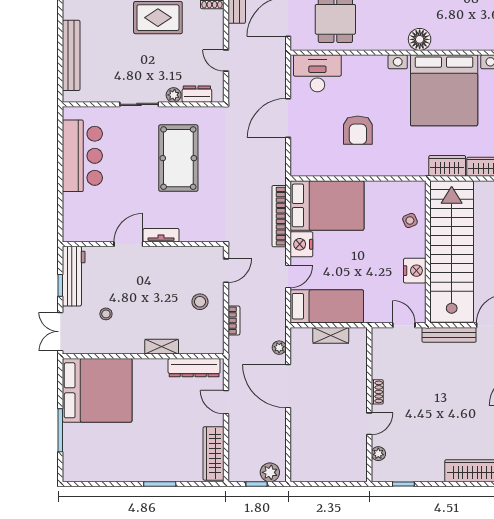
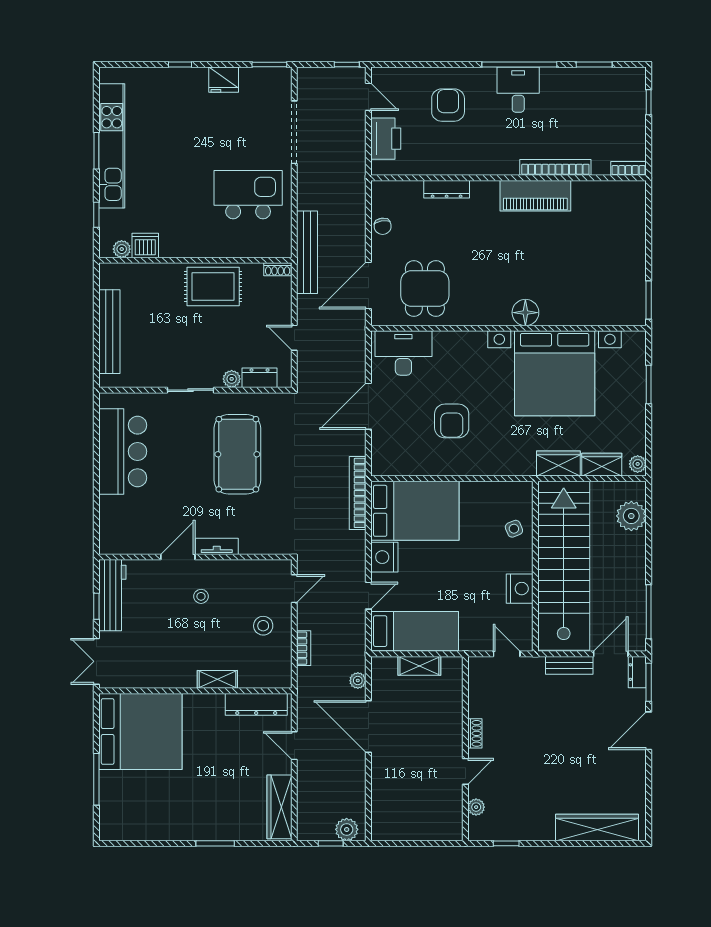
bookcase: (279, 216) -> (358, 493), moved
stool: (106, 314) -> (201, 596), moved
bench: (449, 335) -> (569, 665), width x0.73

